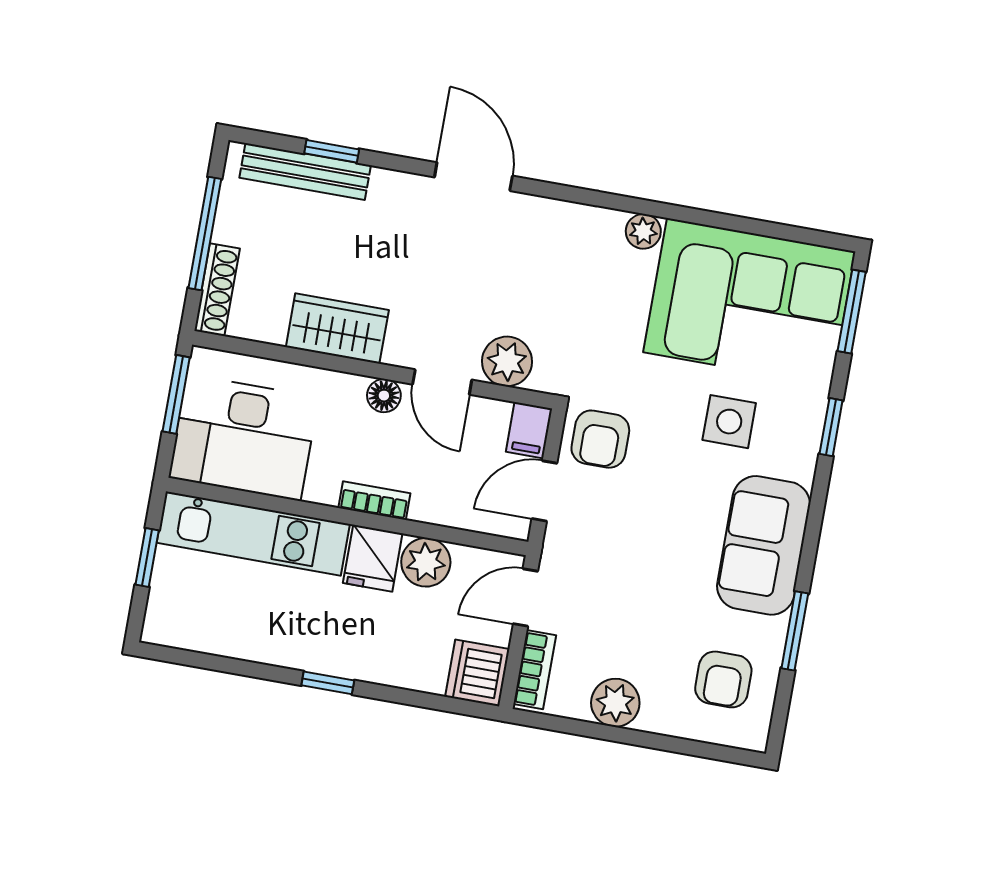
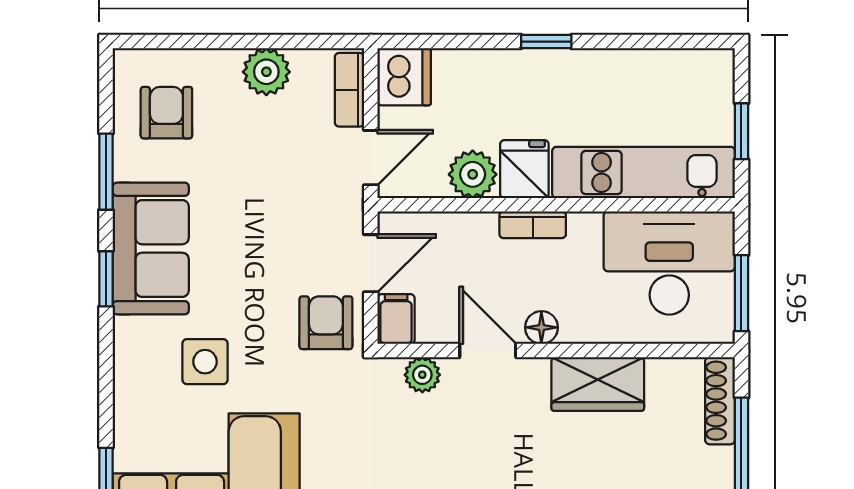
plant: (507, 361) -> (422, 375), width x0.73, depth x0.73
window: (831, 427) -> (106, 279), moved

